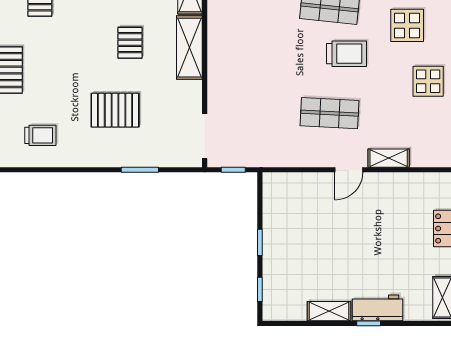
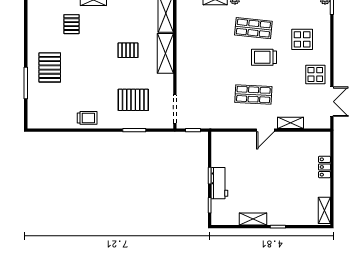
pallet: (130, 43) -> (128, 50), turned 90
trolley: (346, 54) -> (264, 57), turned 180
pallet: (115, 110) -> (133, 100), moved
trolley: (40, 135) -> (87, 118), moved
workbench: (378, 308) -> (219, 183), moved, turned 90

